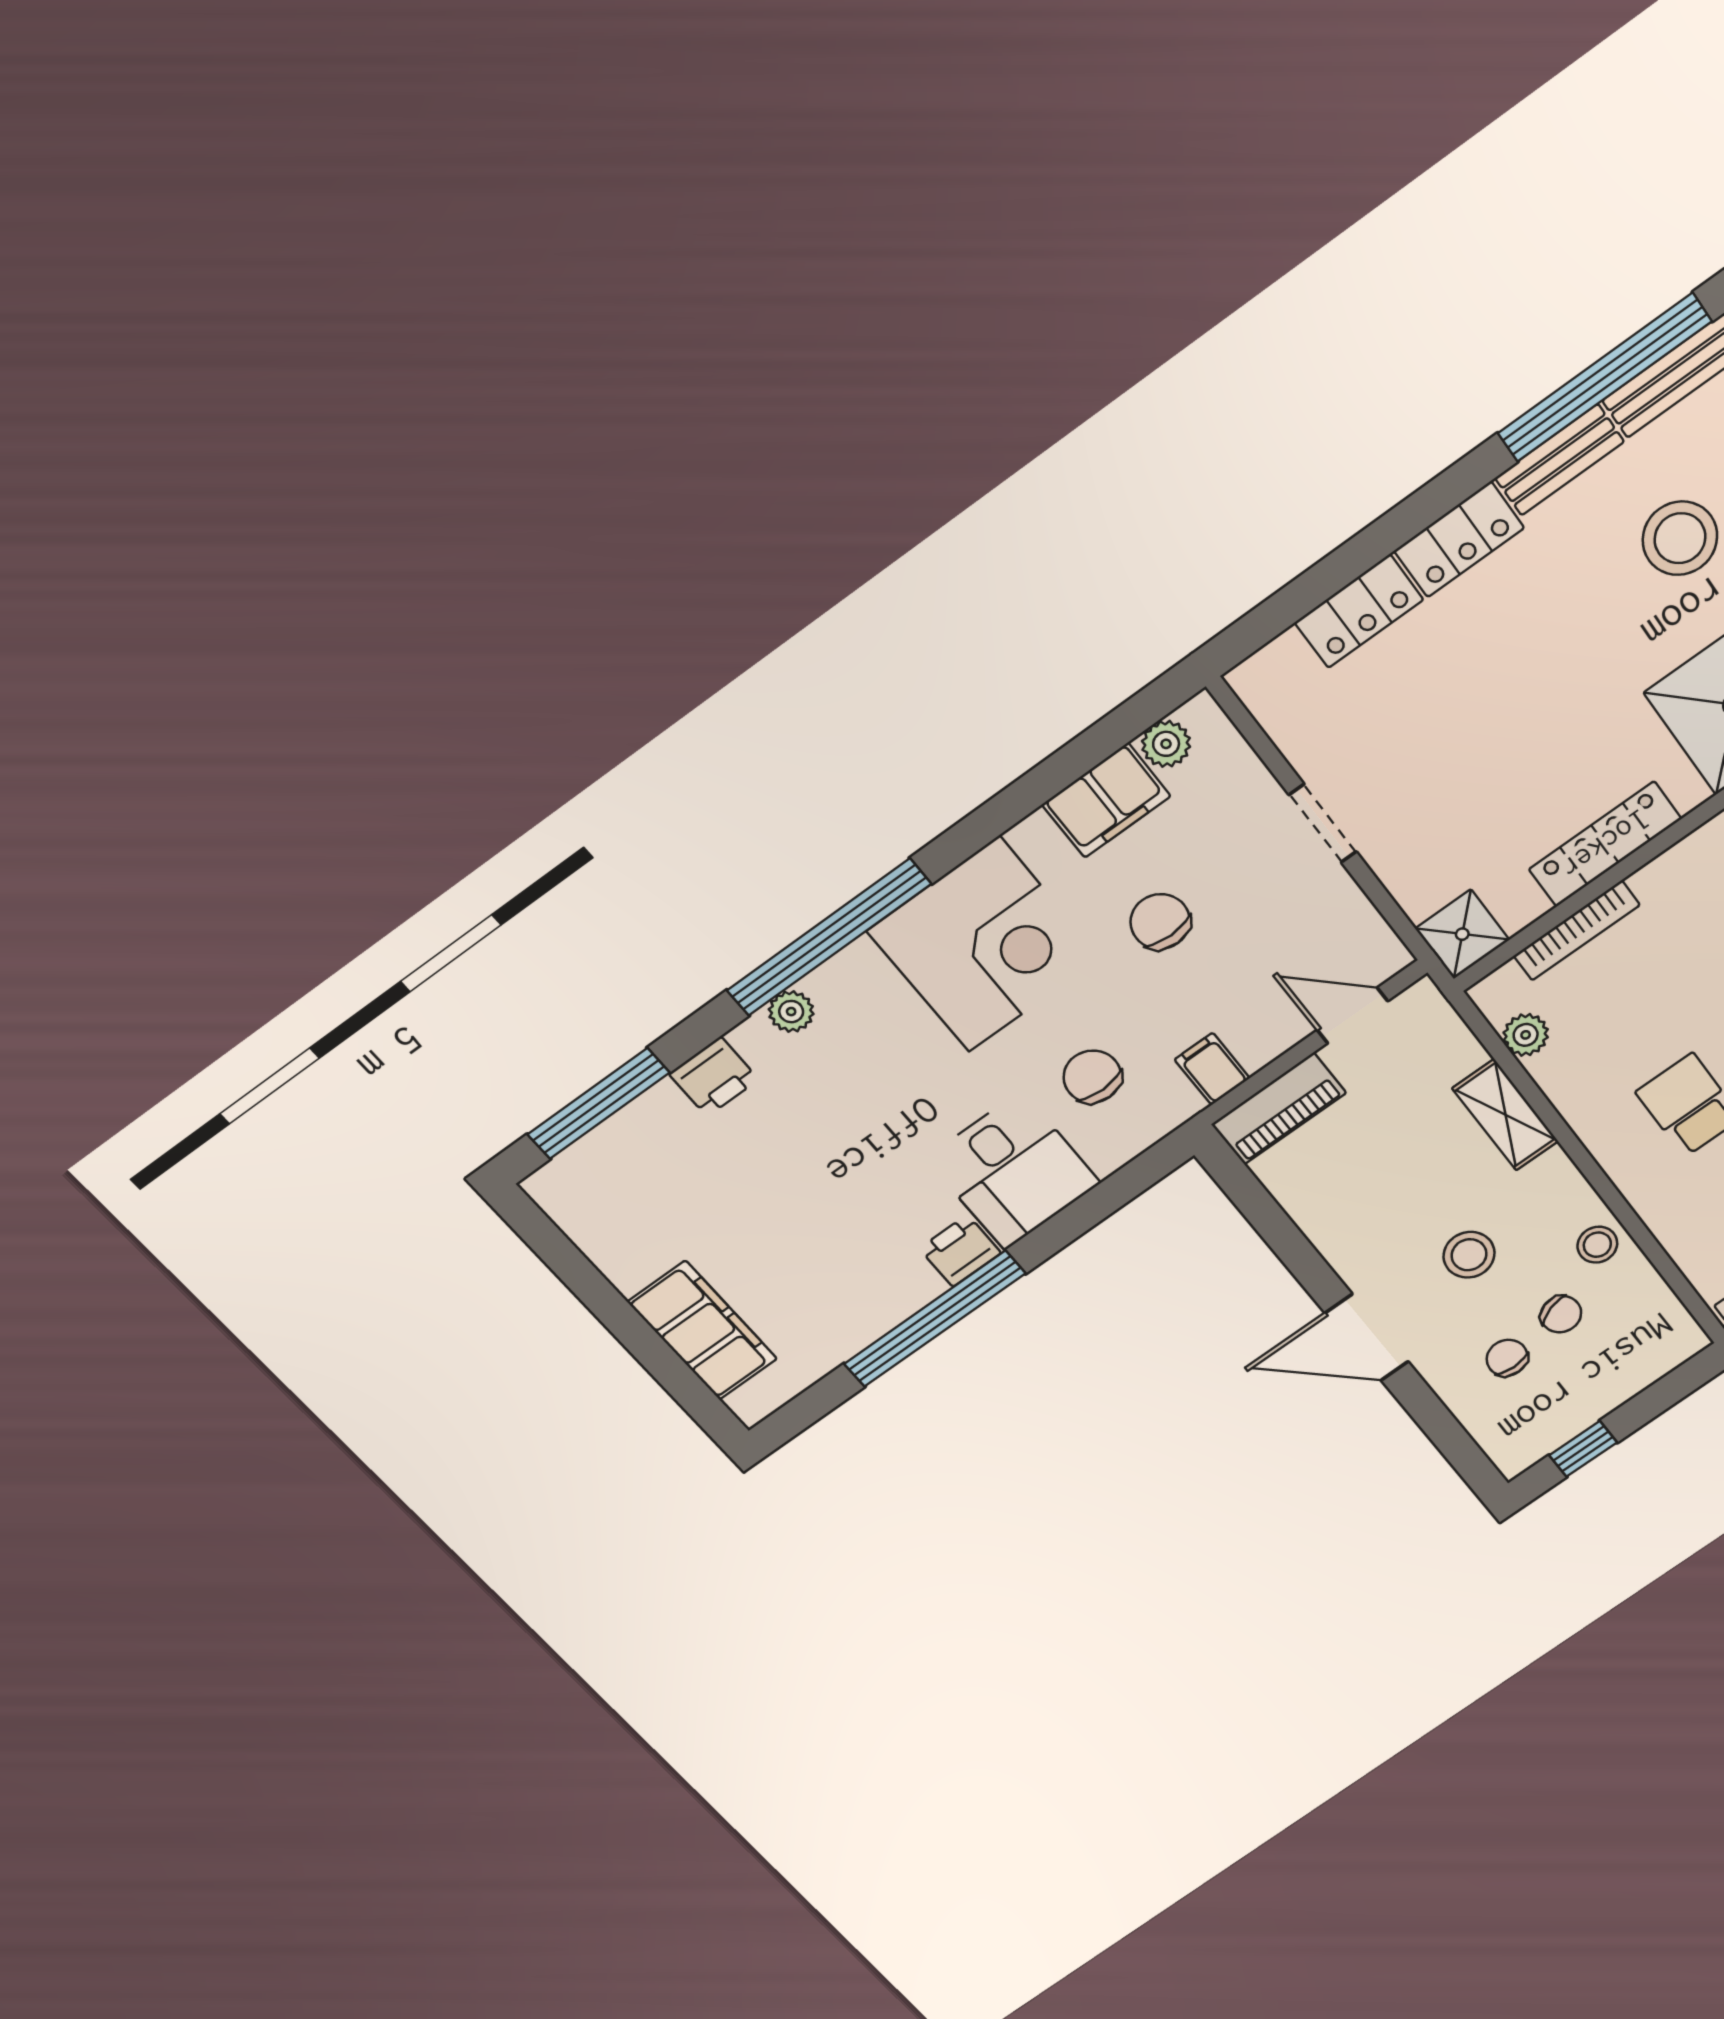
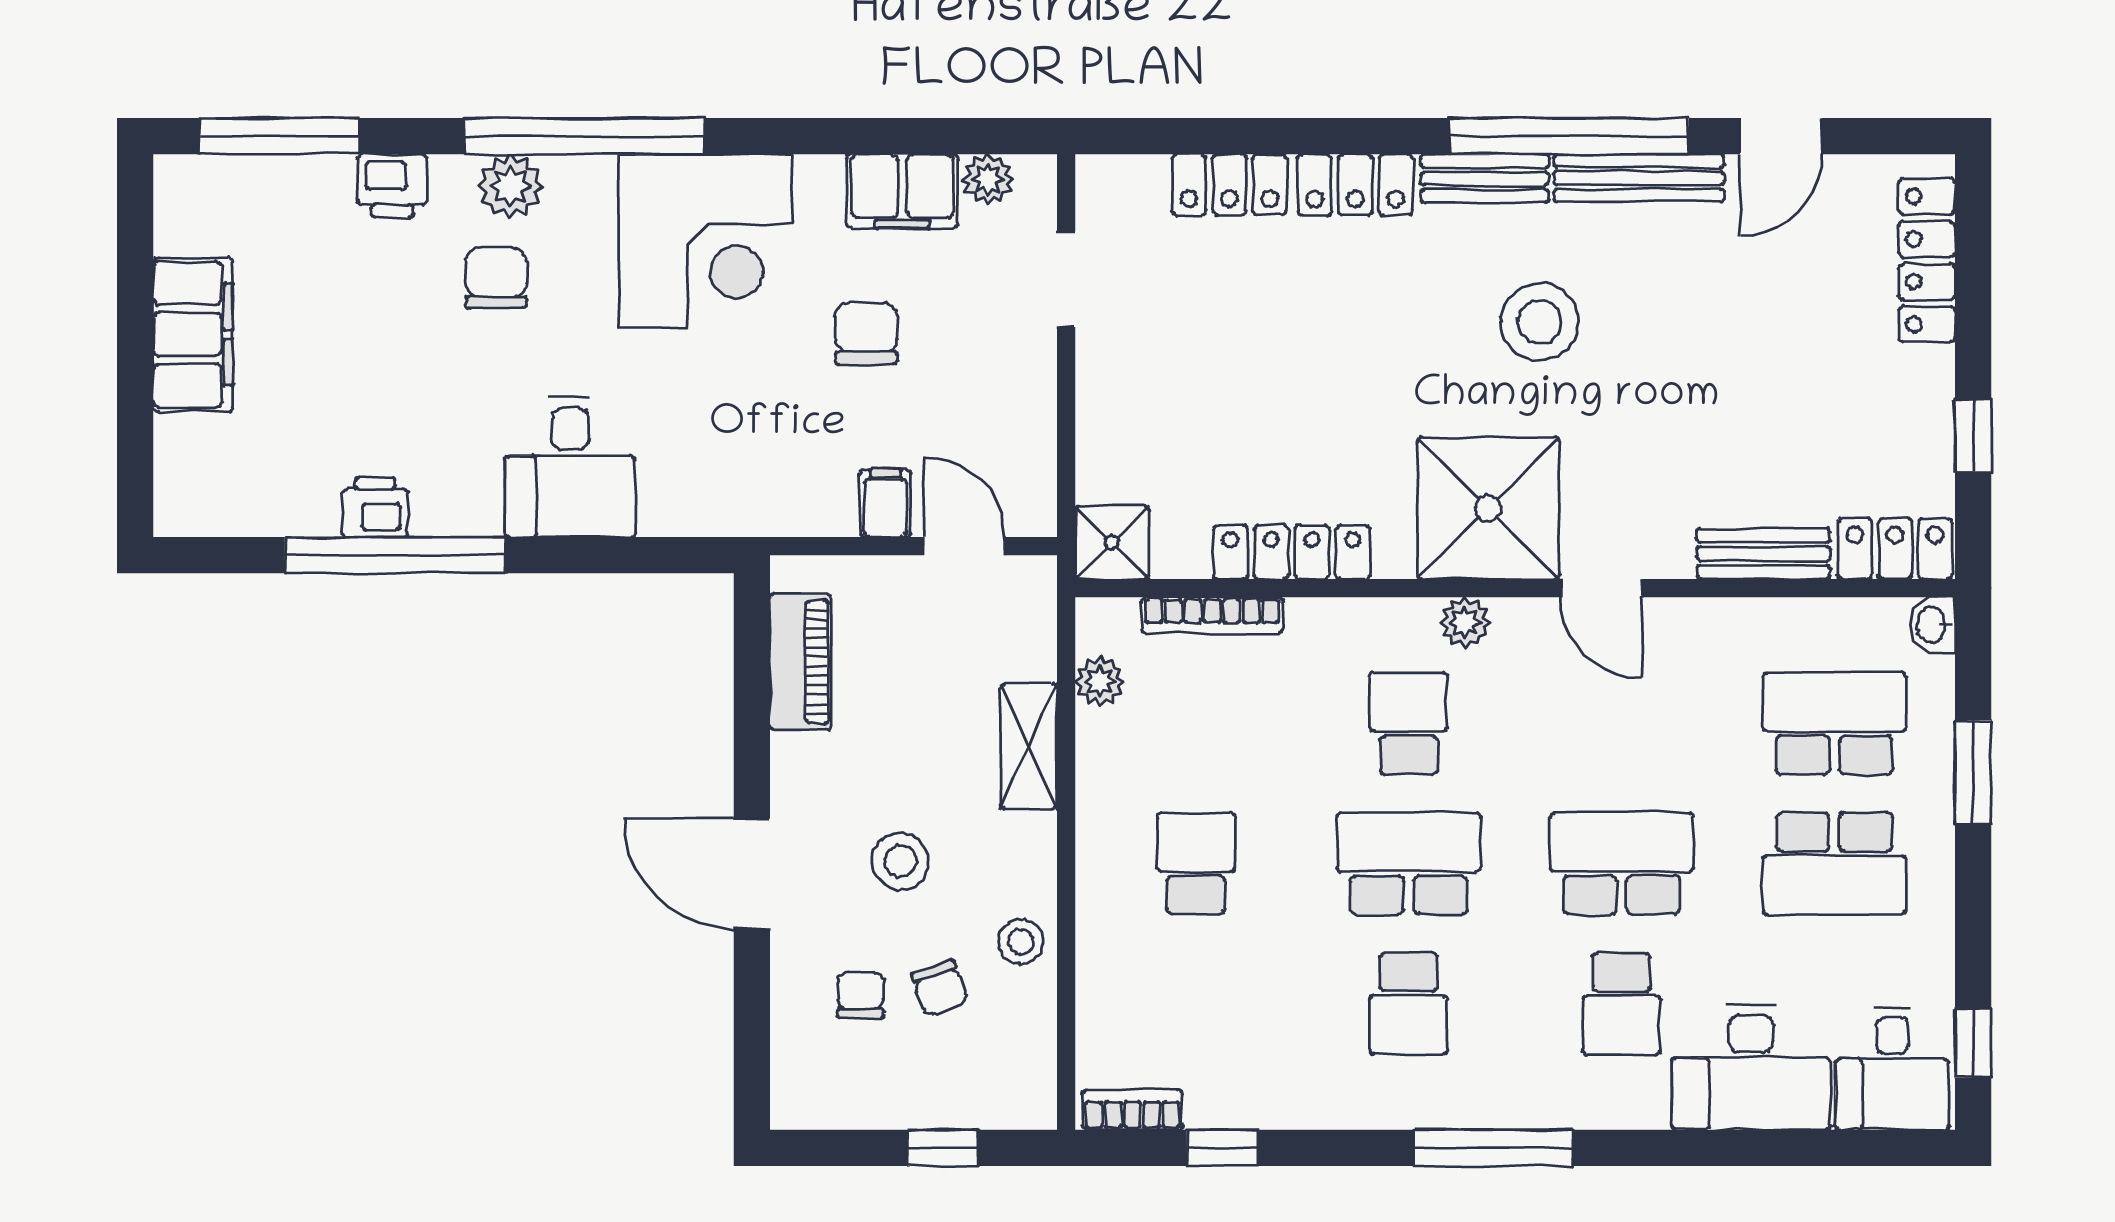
doorway: (1323, 823) -> (1066, 279), moved
plant: (791, 1012) -> (510, 186), width x1.38, depth x1.38
filing cabinet: (1212, 1069) -> (886, 503), moved
chair: (1092, 1077) -> (496, 278), moved
piano: (1279, 1109) -> (800, 662), moved, turned -90
printer: (960, 1251) -> (375, 507), moved
filing cabinet: (702, 1330) -> (193, 334), moved
window: (1583, 1449) -> (943, 1148), moved

